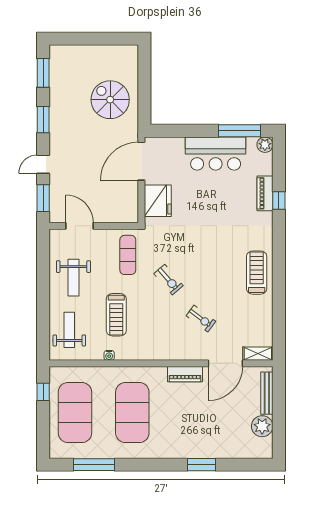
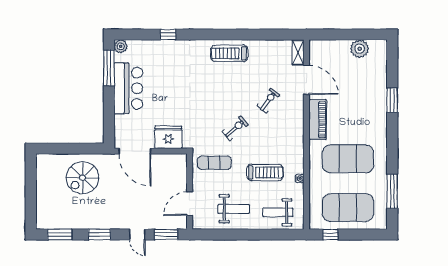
piano: (265, 193) -> (162, 46), removed
piano: (185, 374) -> (318, 120), width x1.37, depth x1.33
bench: (267, 393) -> (331, 45), removed

